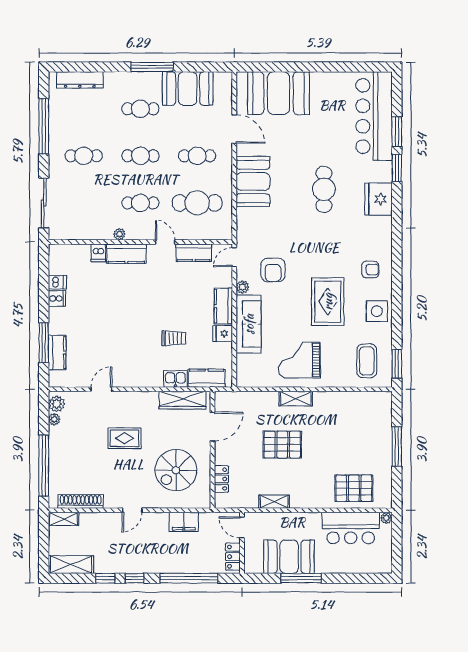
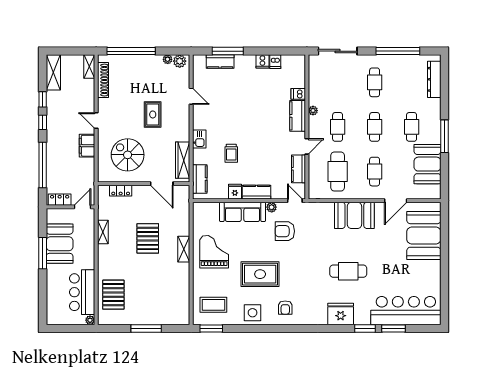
kitchen sink: (175, 379) -> (199, 139), moved
filing cabinet: (184, 522) -> (87, 146), moved

